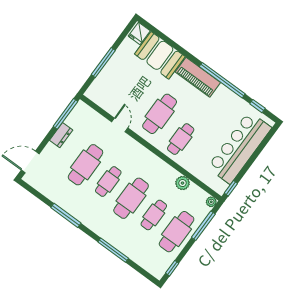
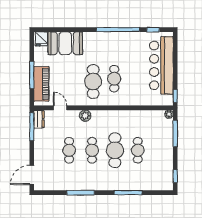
piano: (198, 77) -> (41, 84), moved, turned -90
door: (120, 125) -> (60, 108), moved
dresser: (61, 135) -> (39, 119), moved
cafe table: (181, 139) -> (114, 79), moved
cafe table: (86, 165) -> (69, 150), width x0.73, depth x0.74
plant: (183, 183) -> (85, 116), moved
cafe table: (177, 232) -> (161, 150), removed

